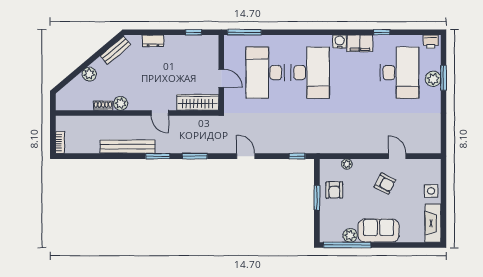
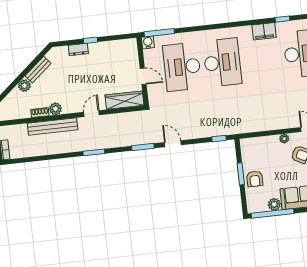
window: (194, 32) -> (90, 40), moved
water cooler: (340, 42) -> (148, 42), moved
bench: (115, 50) -> (38, 70), moved
door: (160, 113) -> (91, 114), swing flipped
bench: (127, 147) -> (53, 126), moved
window: (195, 156) -> (143, 147), moved
plant: (347, 164) -> (284, 139), moved
armchair: (334, 190) -> (255, 179), moved

